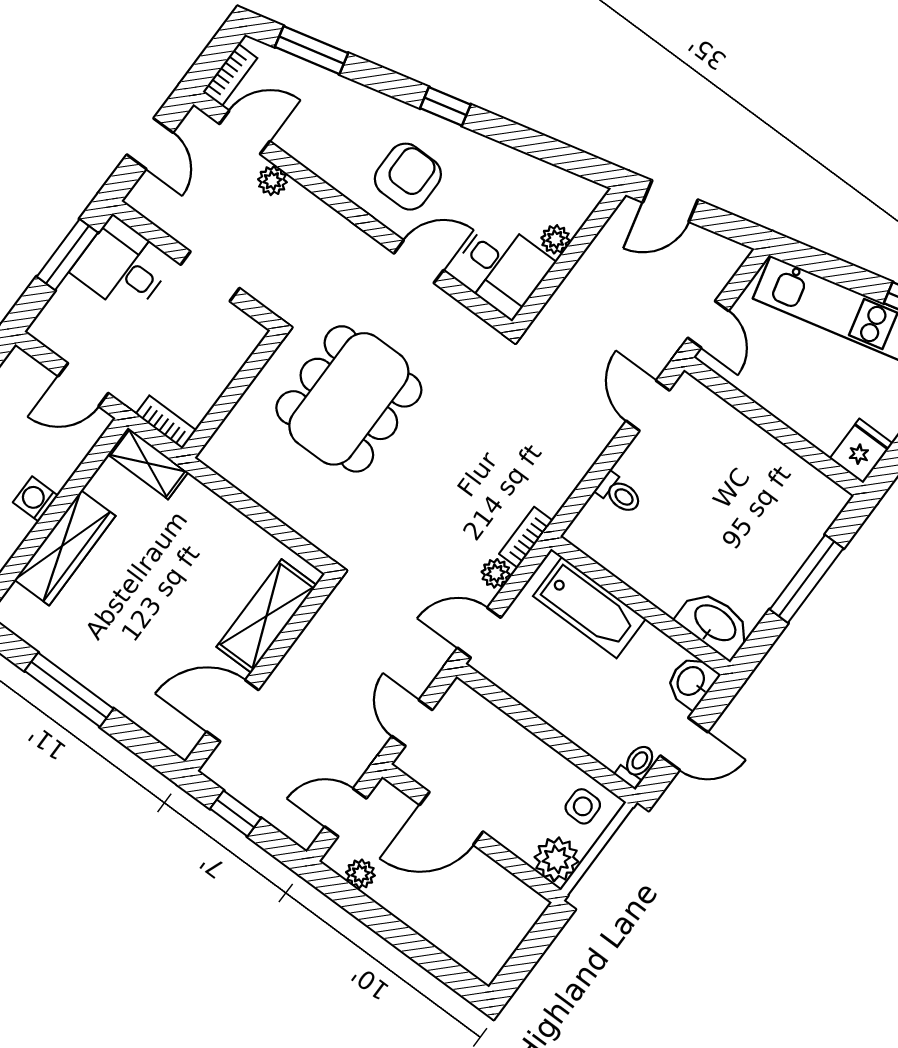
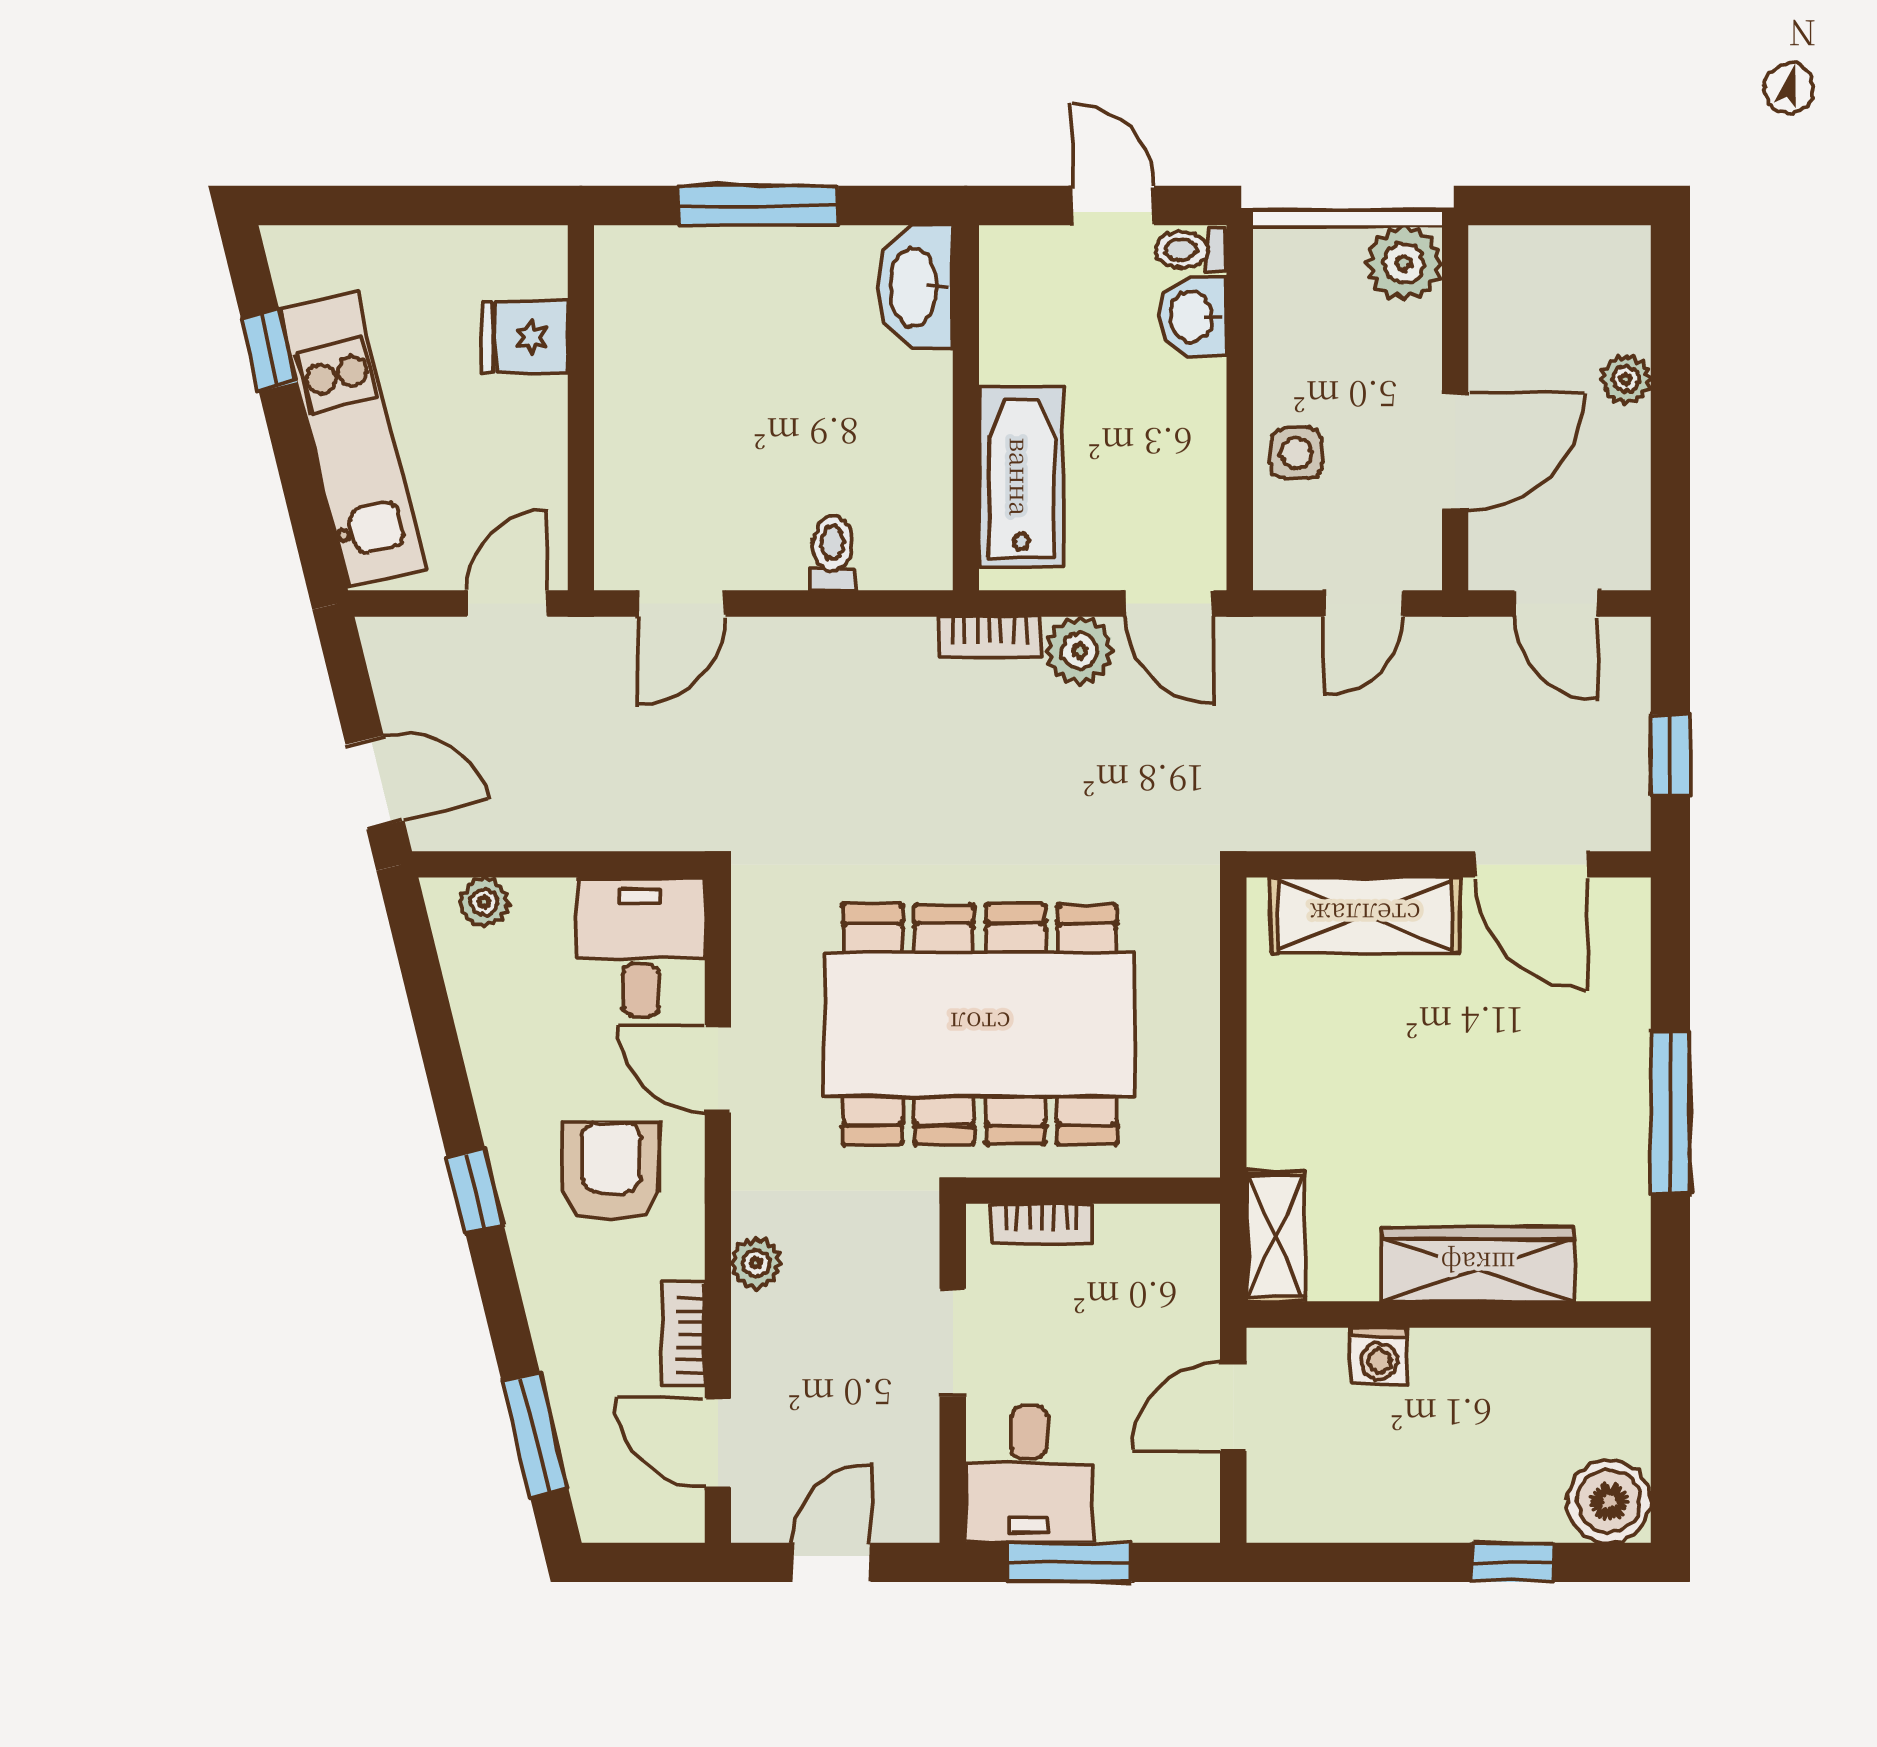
bookcase: (230, 75) -> (684, 1335), moved, turned -90
armchair: (408, 177) -> (611, 1171), turned 90
plant: (272, 181) -> (756, 1263), moved
plant: (556, 239) -> (485, 902), moved
door: (83, 385) -> (1233, 1407), swing flipped
dining table: (349, 399) -> (980, 1024), width x1.36, depth x1.24
bookcase: (166, 422) -> (1042, 1224), moved, turned -90
fridge: (861, 451) -> (525, 337), moved
washing machine: (35, 499) -> (1379, 1356), moved
plant: (496, 573) -> (1080, 651), width x1.38, depth x1.38
washbasin: (692, 682) -> (1193, 317), moved, turned 90
side table: (583, 806) -> (1296, 453), moved
door: (451, 818) -> (1455, 451), hinge flipped
plant: (360, 874) -> (1626, 379), moved

